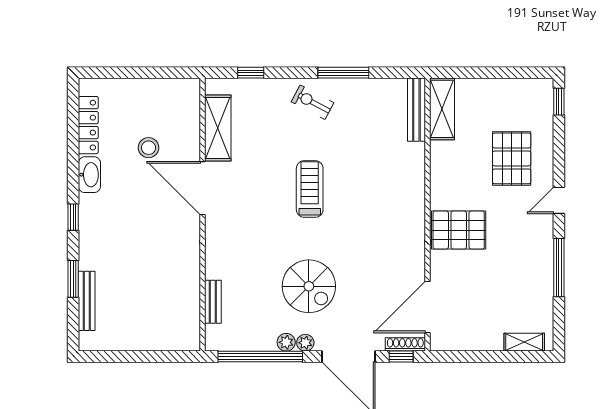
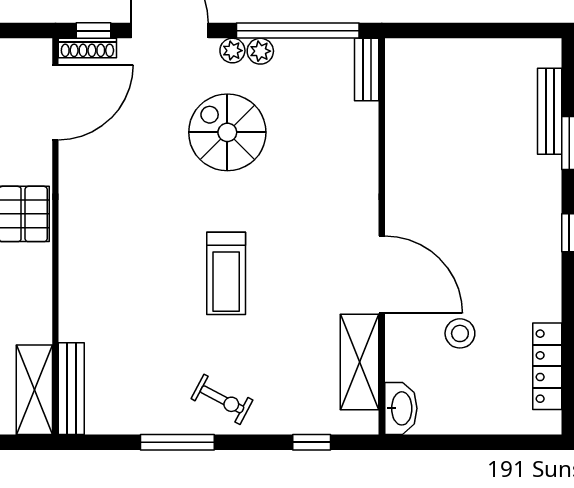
washbasin: (89, 175) -> (401, 408), moved, turned 180
bench: (213, 302) -> (367, 70), moved

